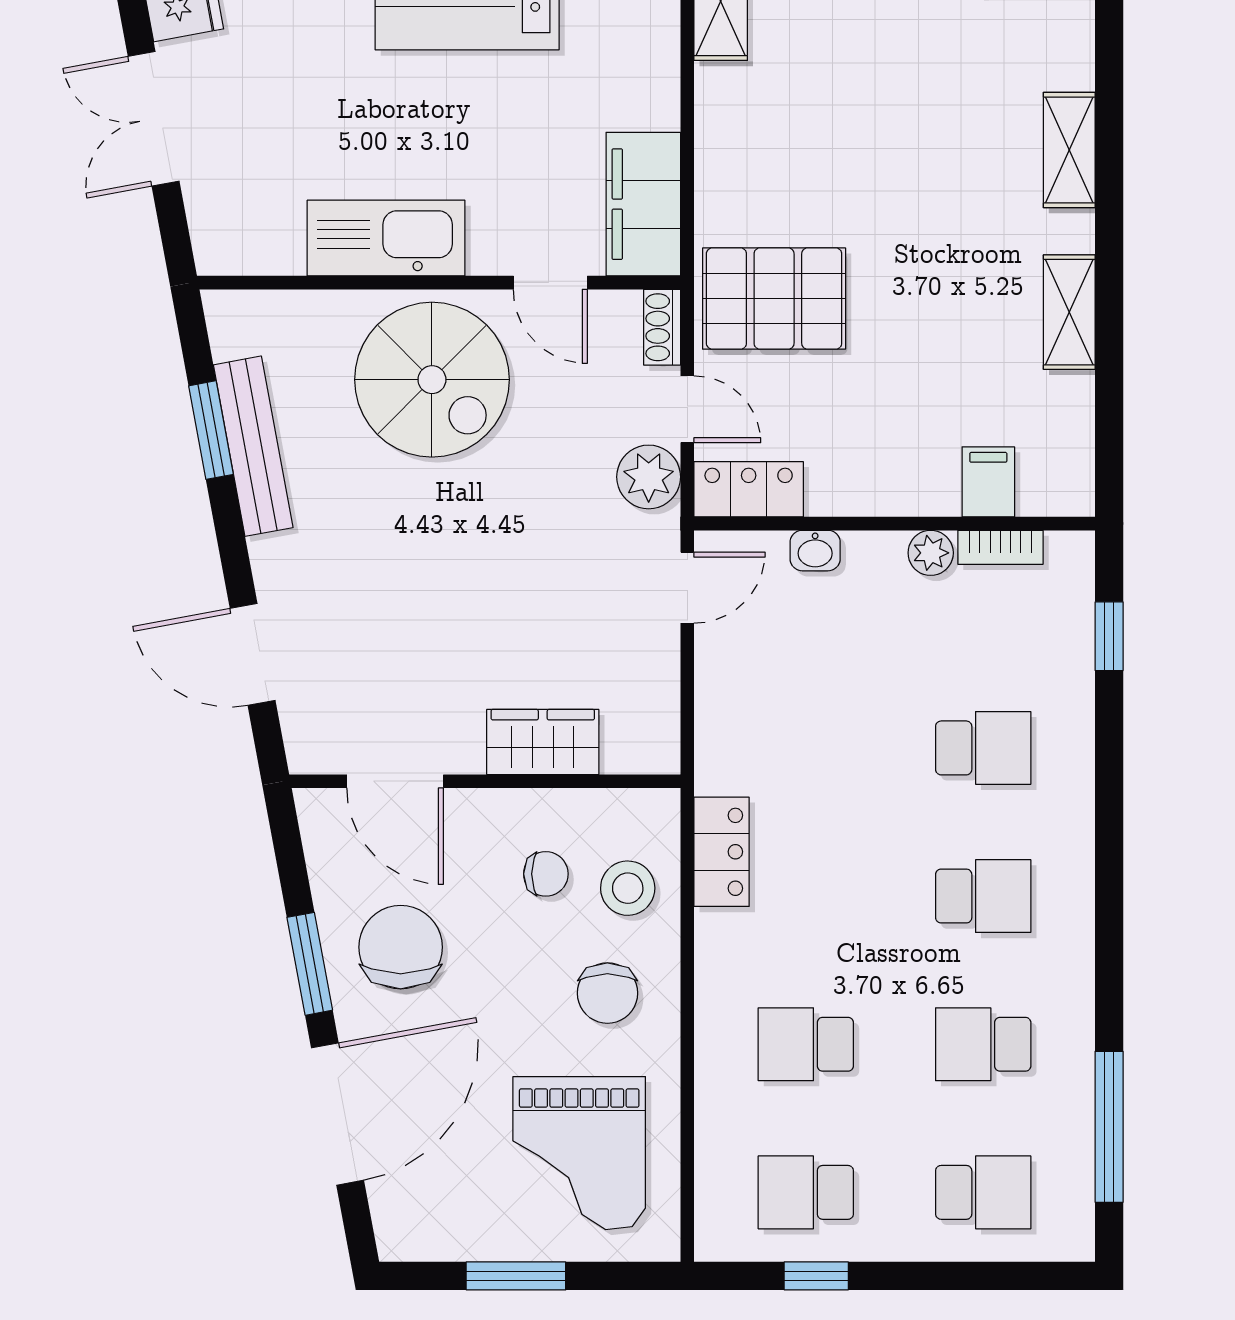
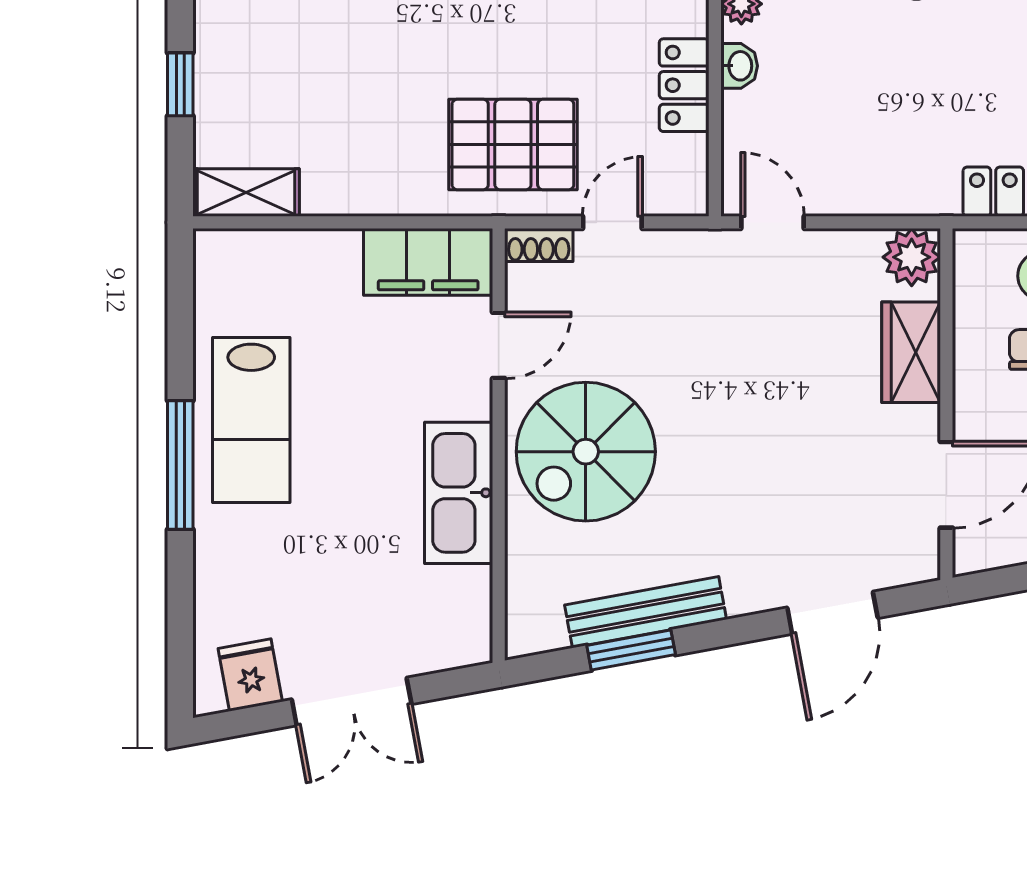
pallet: (774, 299) -> (513, 145), turned 90
spiral stairs: (432, 380) -> (586, 452), turned 180
plant: (649, 477) -> (912, 257), moved
locker: (749, 489) -> (684, 85), moved
washbasin: (815, 551) -> (739, 66), moved

